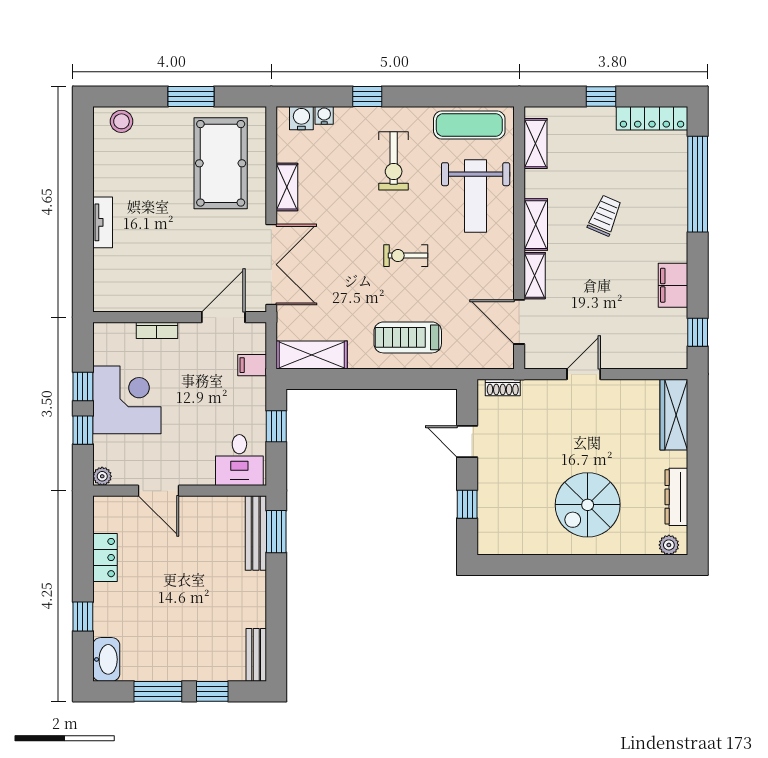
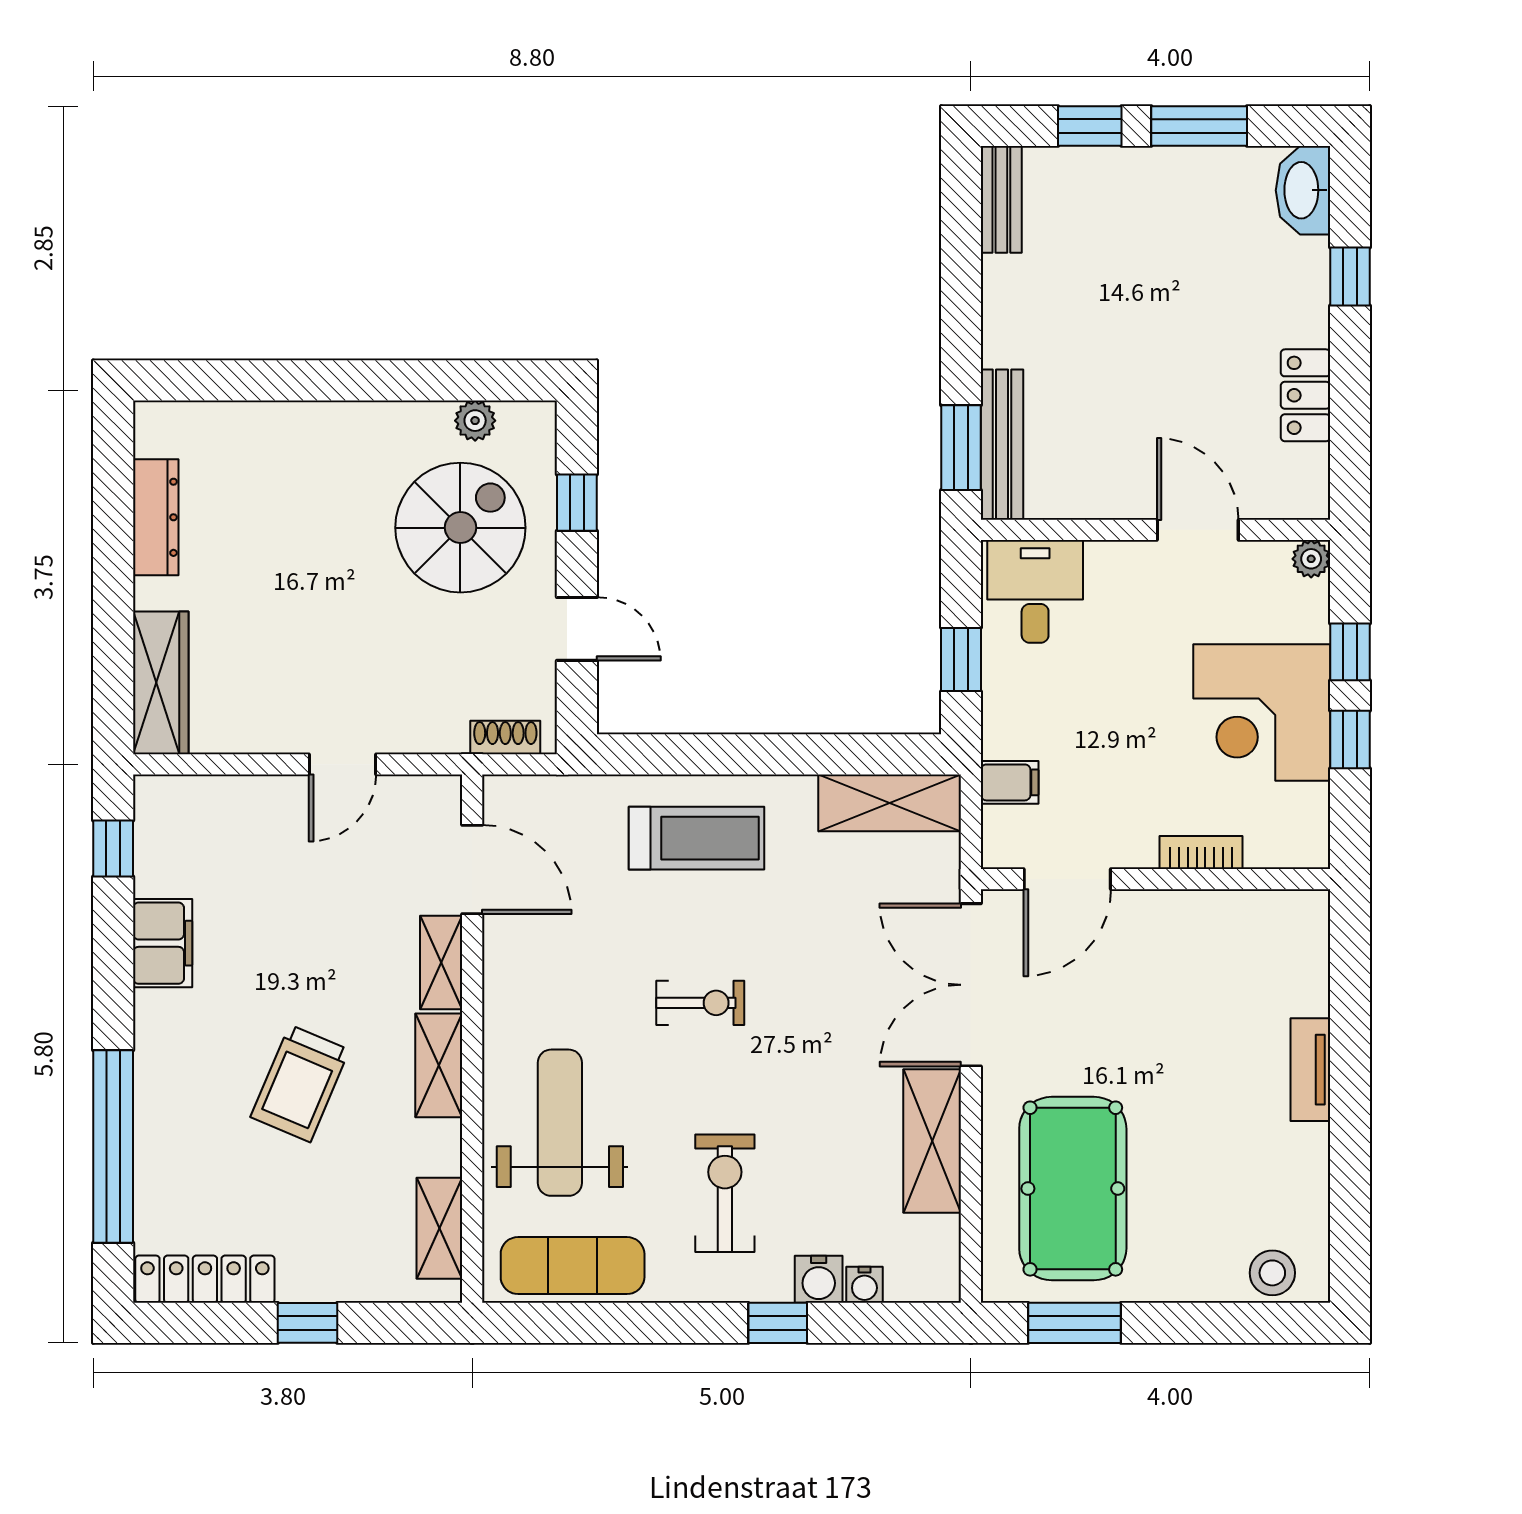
window: (191, 96) -> (1075, 1323), moved
water cooler: (301, 118) -> (819, 1279), moved
shelving: (287, 187) -> (932, 1141), width x1.50, depth x1.33
trolley: (605, 216) -> (300, 1083), width x1.36, depth x1.39
spiral stairs: (588, 505) -> (460, 528), moved
plant: (669, 545) -> (475, 421), moved

